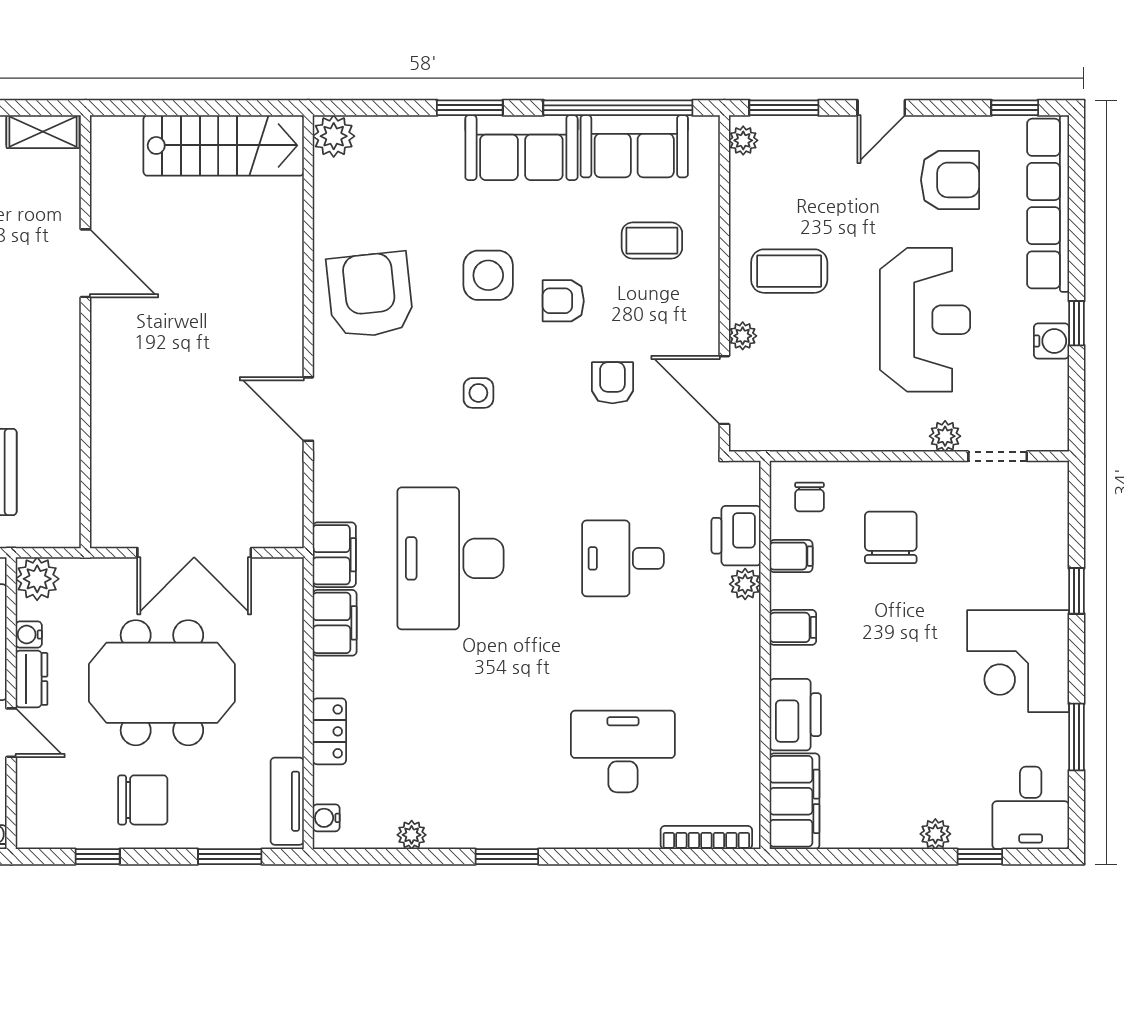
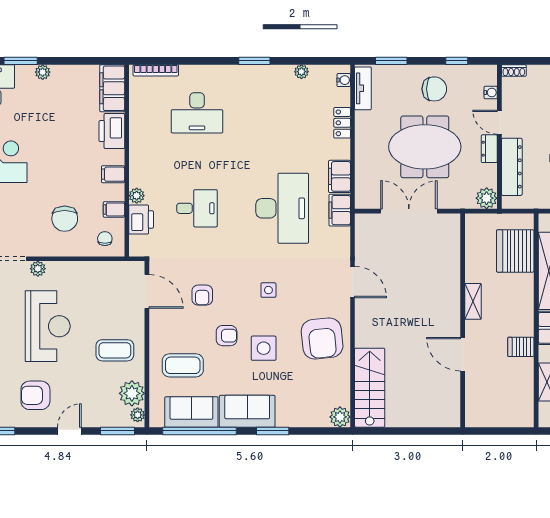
shelving: (43, 132) -> (473, 301), moved, turned 90
stairs: (224, 145) -> (370, 388), moved, turned 90
coffee table: (652, 241) -> (183, 365), width x1.36, depth x1.30
reception desk: (925, 320) -> (48, 326), turned 180
plant: (743, 336) -> (132, 393), moved, width x1.87, depth x1.87
water cooler: (29, 635) -> (491, 93), moved
chair: (143, 800) -> (434, 89), turned 180
window: (980, 857) -> (21, 61), width x1.50

